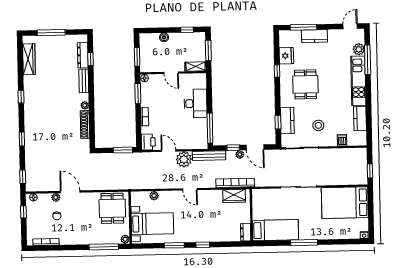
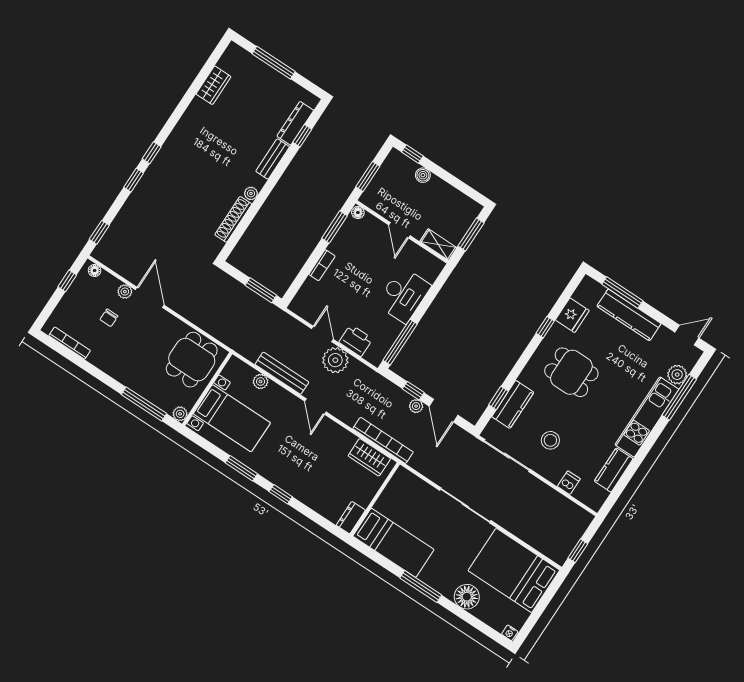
window: (187, 30) -> (412, 154), moved
kitchen counter: (314, 36) -> (629, 315), width x1.50
wardrobe: (29, 59) -> (213, 85), width x0.67
dining table: (305, 84) -> (571, 372), turned 90
window: (21, 97) -> (152, 153), moved
printer: (148, 142) -> (356, 341), moved, turned -90
bench: (209, 156) -> (282, 373), moved
floor lamp: (330, 232) -> (467, 597), added

